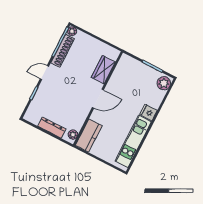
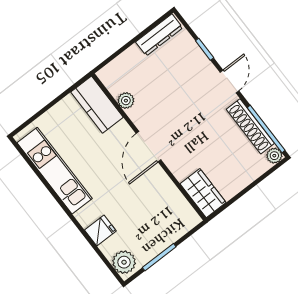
wardrobe: (103, 70) -> (203, 193), moved
fridge: (148, 112) -> (100, 231), moved
dresser: (52, 128) -> (159, 35), moved
plant: (73, 135) -> (126, 101), moved

